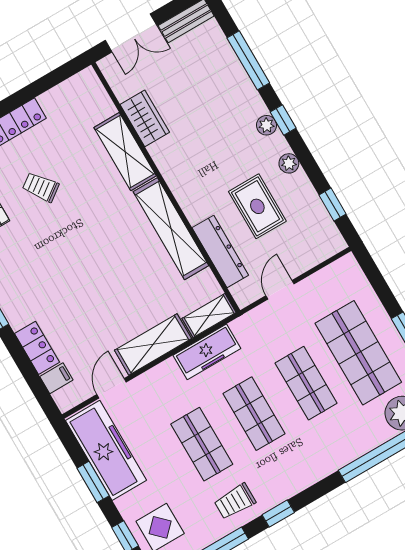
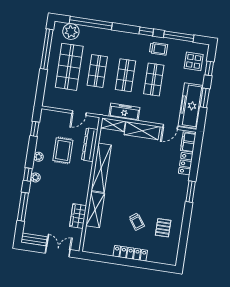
filing cabinet: (56, 378) -> (188, 142), width x2.00

